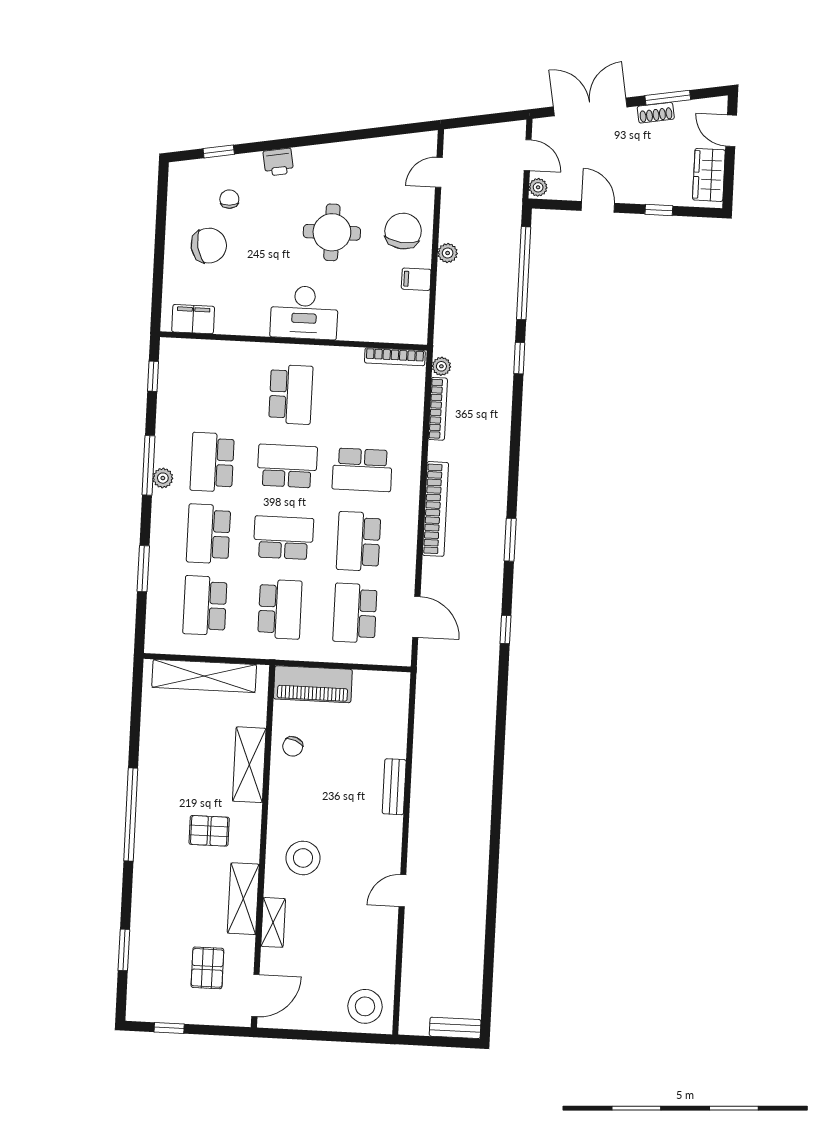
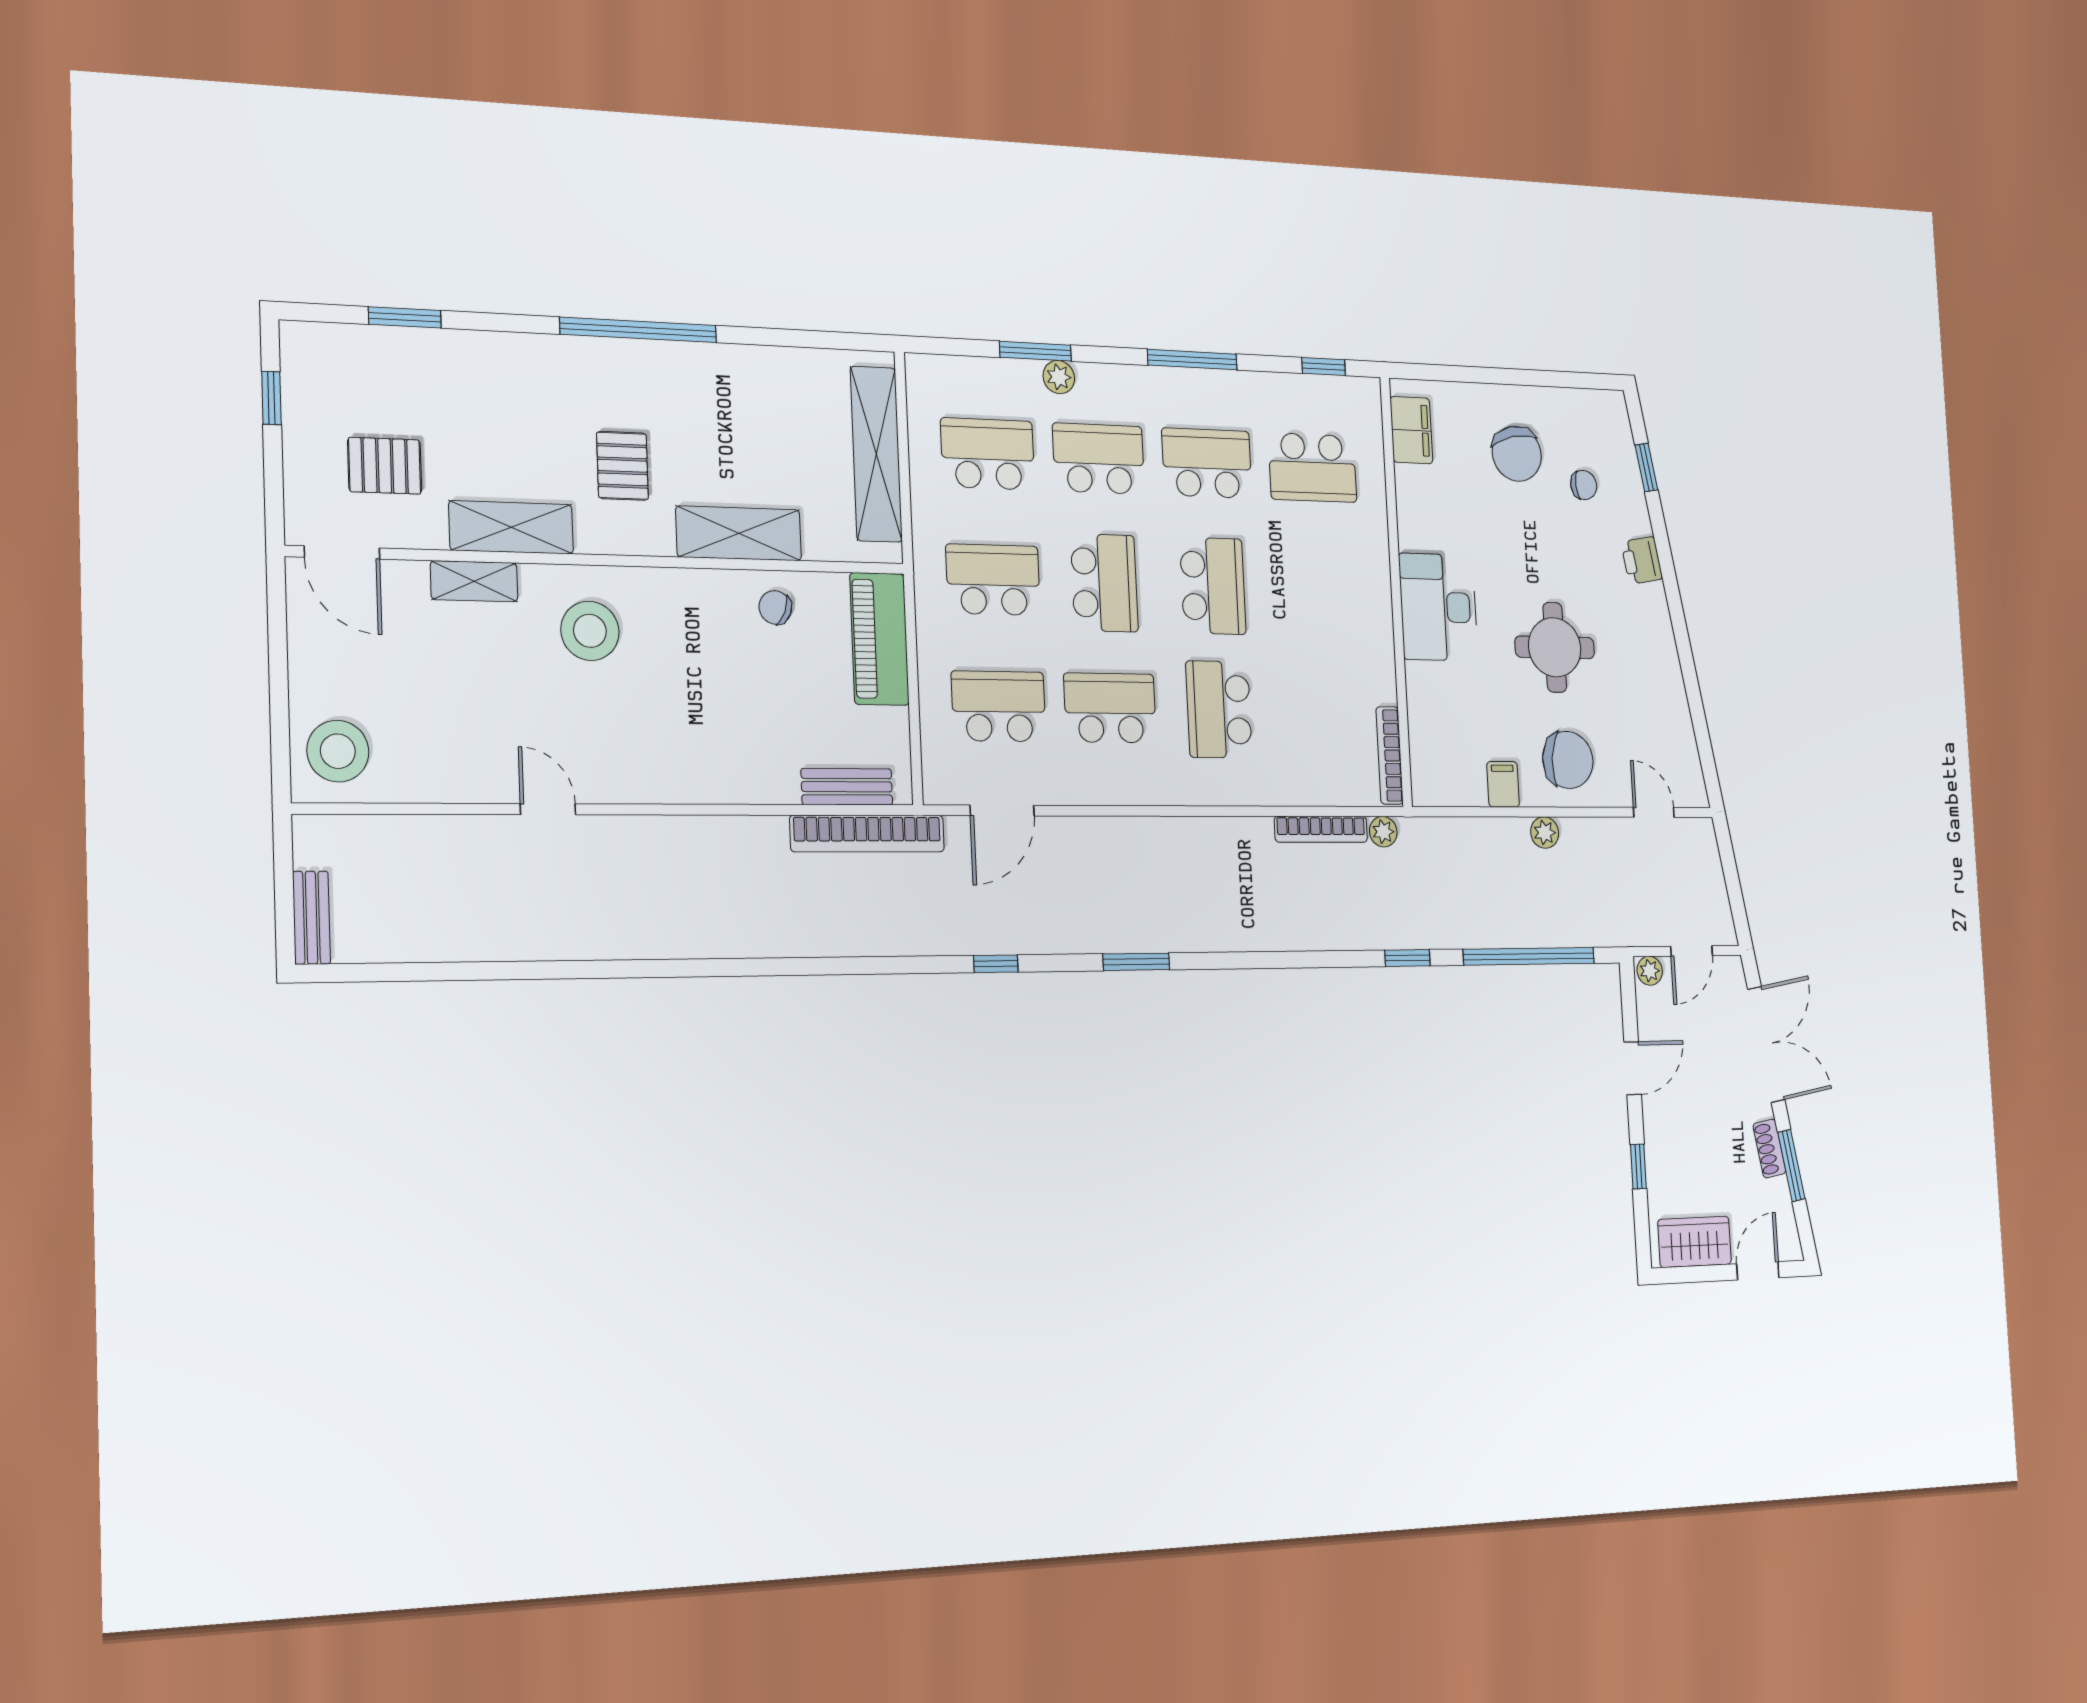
school desk: (291, 394) -> (1313, 468), moved
plant: (163, 478) -> (1059, 377), moved
bookcase: (435, 509) -> (867, 834), moved
school desk: (280, 609) -> (993, 580), turned 180
bench: (394, 787) -> (847, 787), moved

